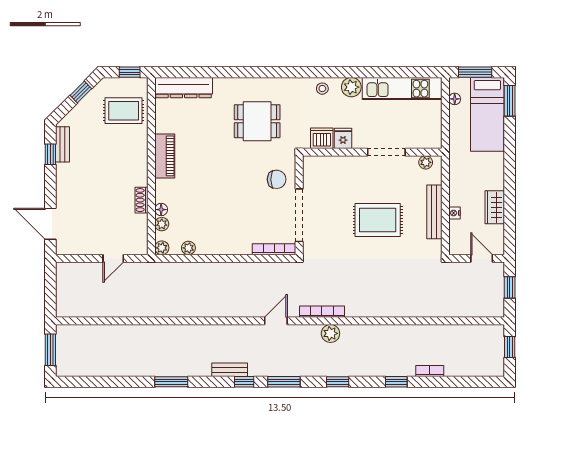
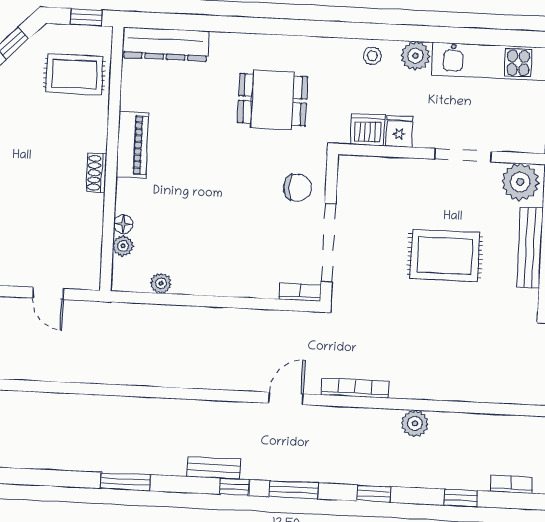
plant: (426, 162) -> (520, 182), width x1.88, depth x1.88
shoe rack: (142, 200) -> (96, 173), moved
plant: (162, 248) -> (121, 281), removed
bookcase: (274, 249) -> (300, 292), width x0.64
door: (113, 258) -> (48, 293), hinge flipped
plant: (330, 333) -> (415, 424), moved

